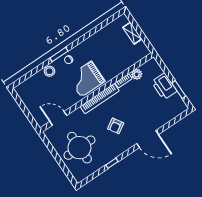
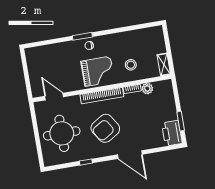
shelving: (132, 33) -> (164, 65), moved
stool: (50, 71) -> (131, 65), moved
grand piano: (86, 79) -> (98, 71), turned 180
printer: (164, 86) -> (172, 133), moved
armchair: (116, 126) -> (105, 128), width x1.88, depth x1.88

